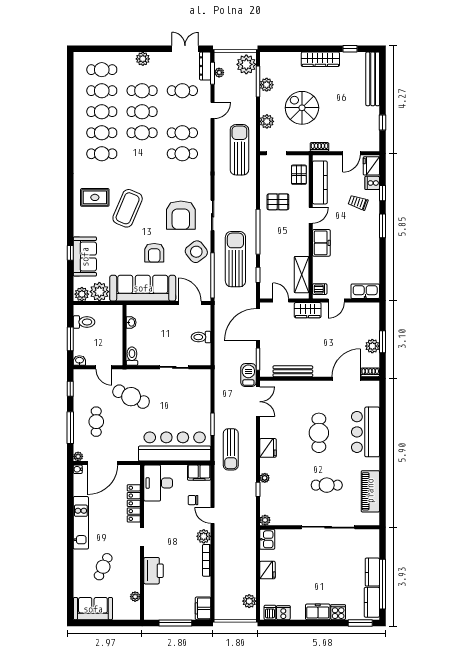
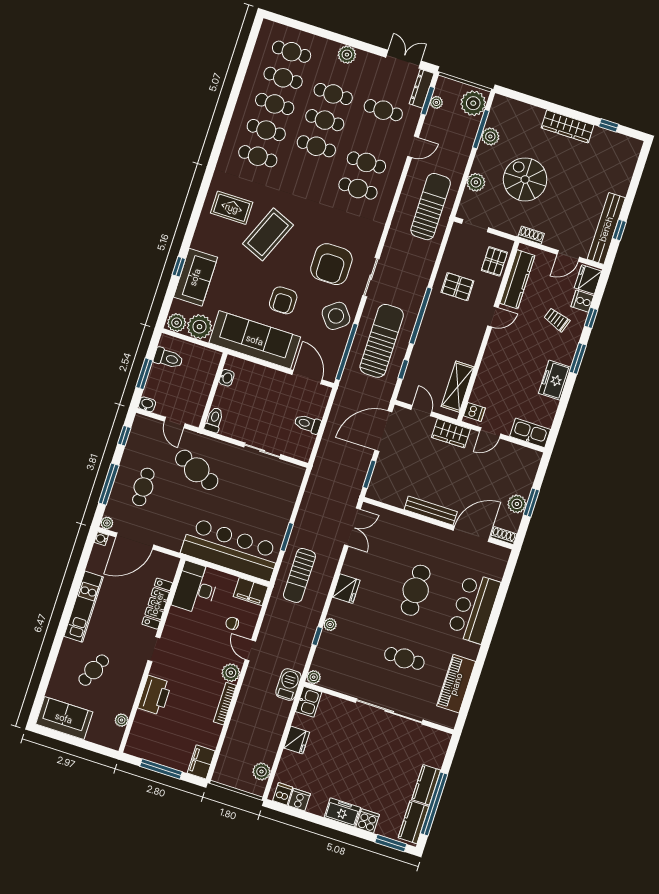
bench: (373, 79) -> (606, 229), moved
freezer: (321, 243) -> (555, 380), moved, turned 180
bench: (293, 371) -> (431, 511), moved
barbecue: (248, 375) -> (288, 684), moved

